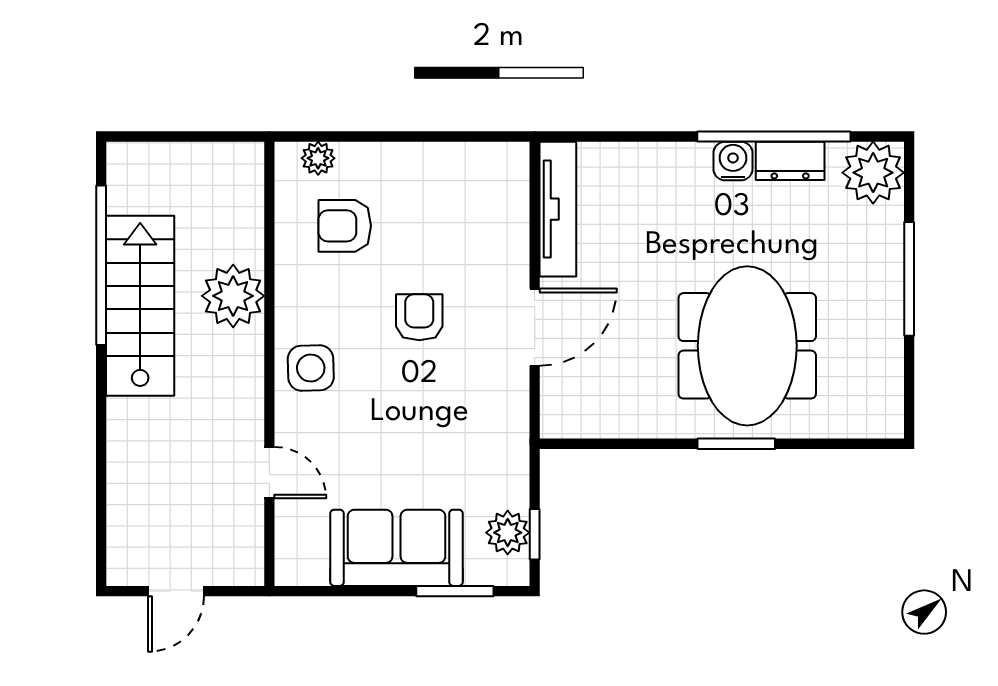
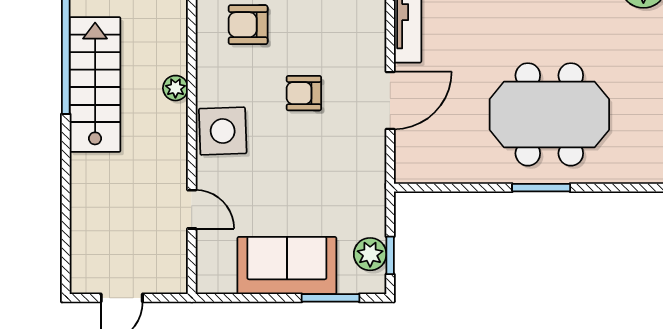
plant: (233, 296) -> (175, 88), width x0.53, depth x0.53
armchair: (419, 317) -> (304, 93), turned -90
meeting table: (747, 346) -> (549, 114), turned 90
side table: (311, 368) -> (223, 131), width x1.37, depth x1.37

